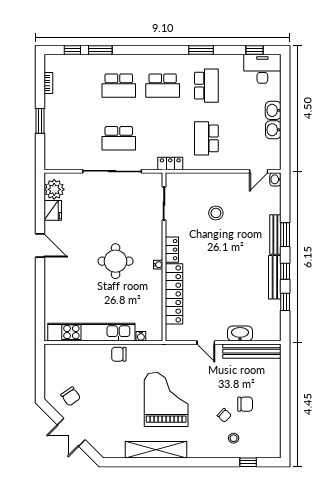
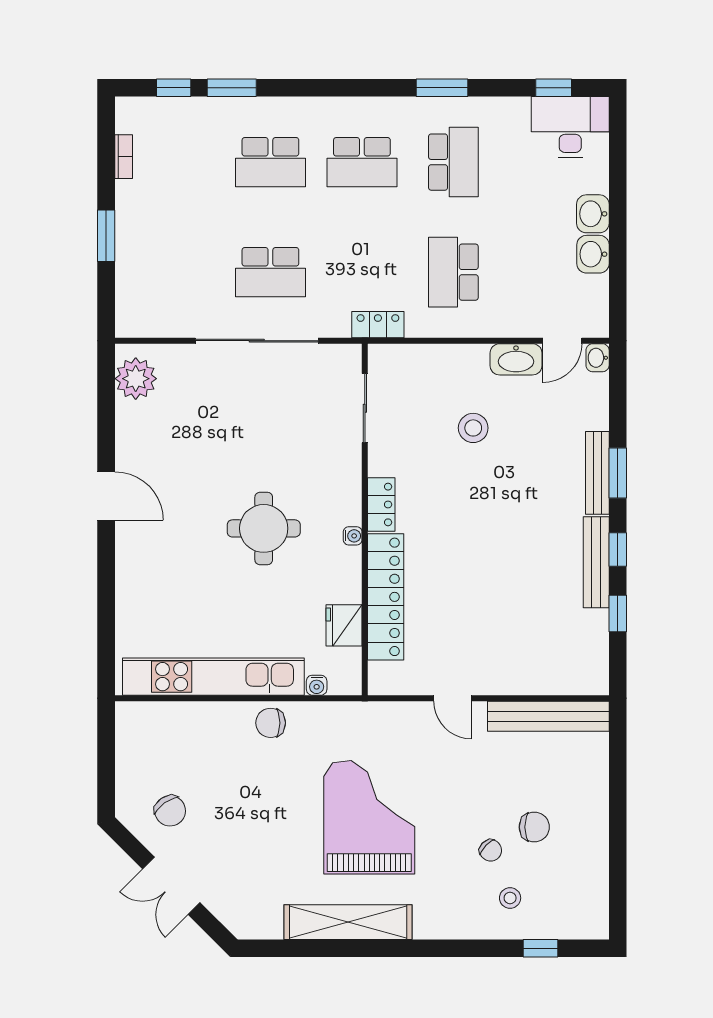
fridge: (53, 210) -> (344, 625), moved, turned 180
washbasin: (240, 334) -> (516, 359), moved, turned 180

